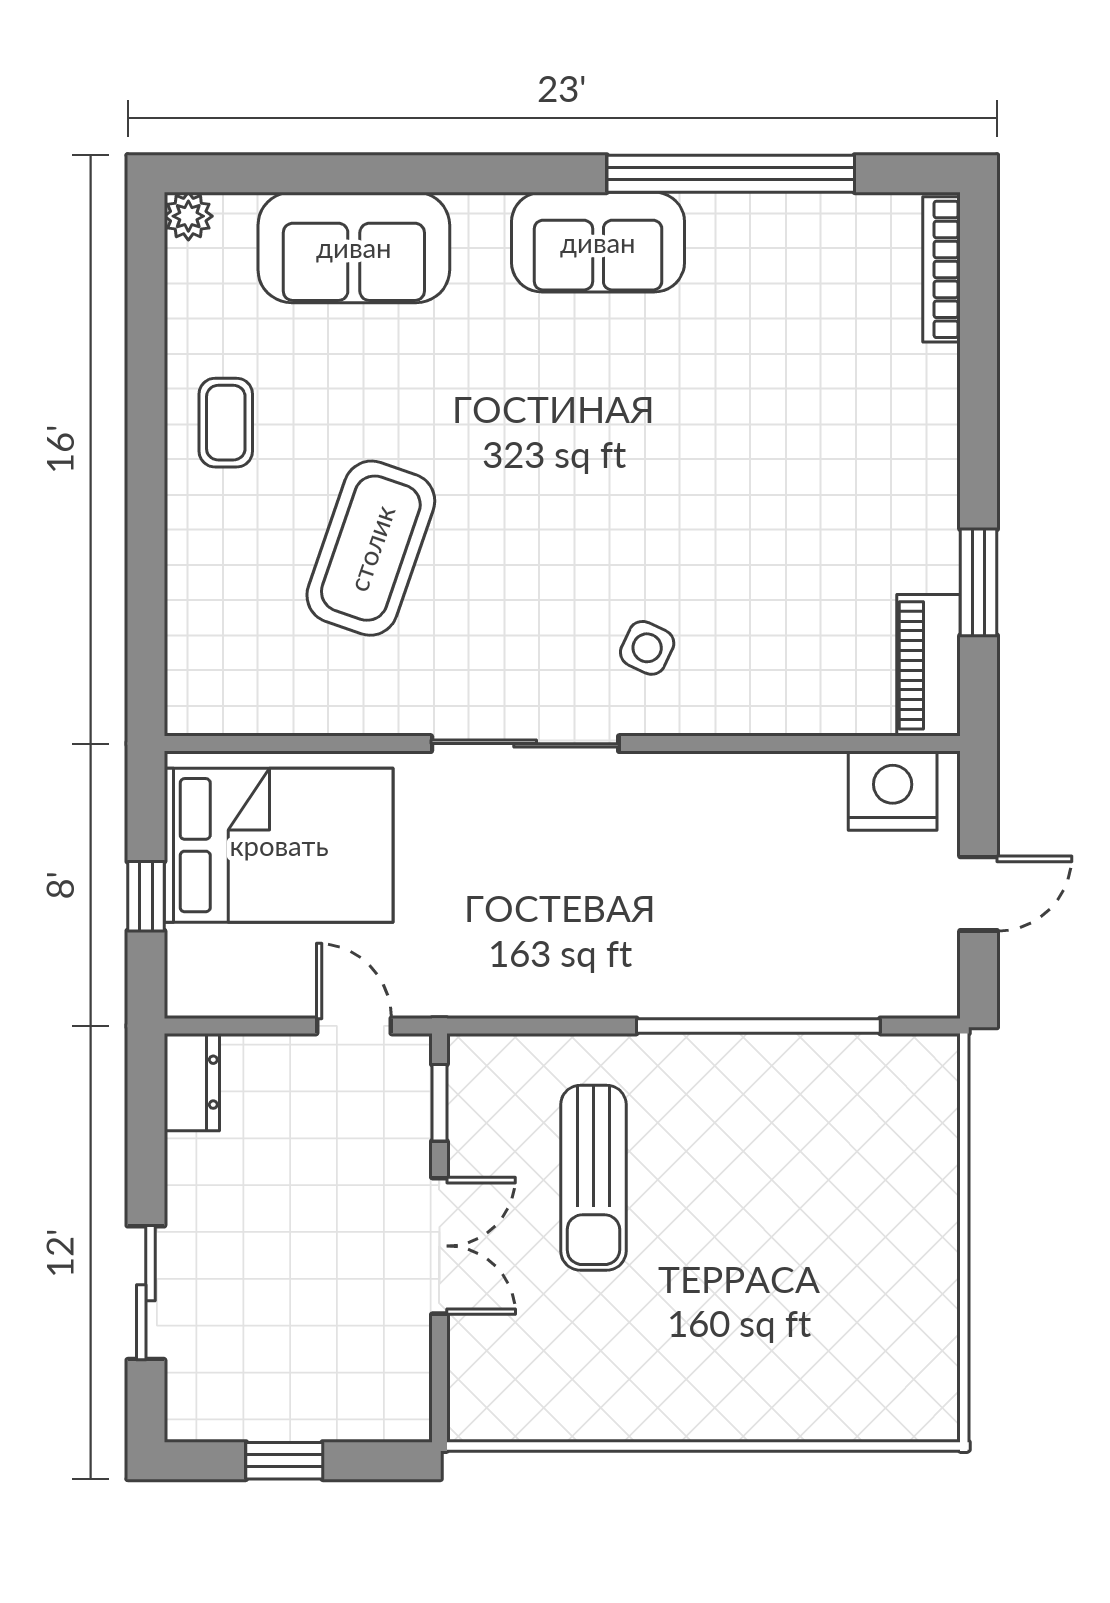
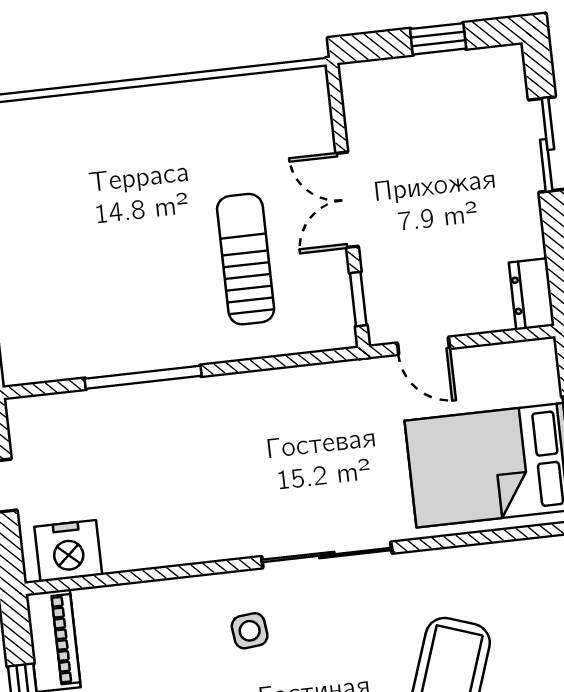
side table: (647, 648) -> (250, 631), turned -31
window: (758, 1026) -> (143, 377), width x0.68

